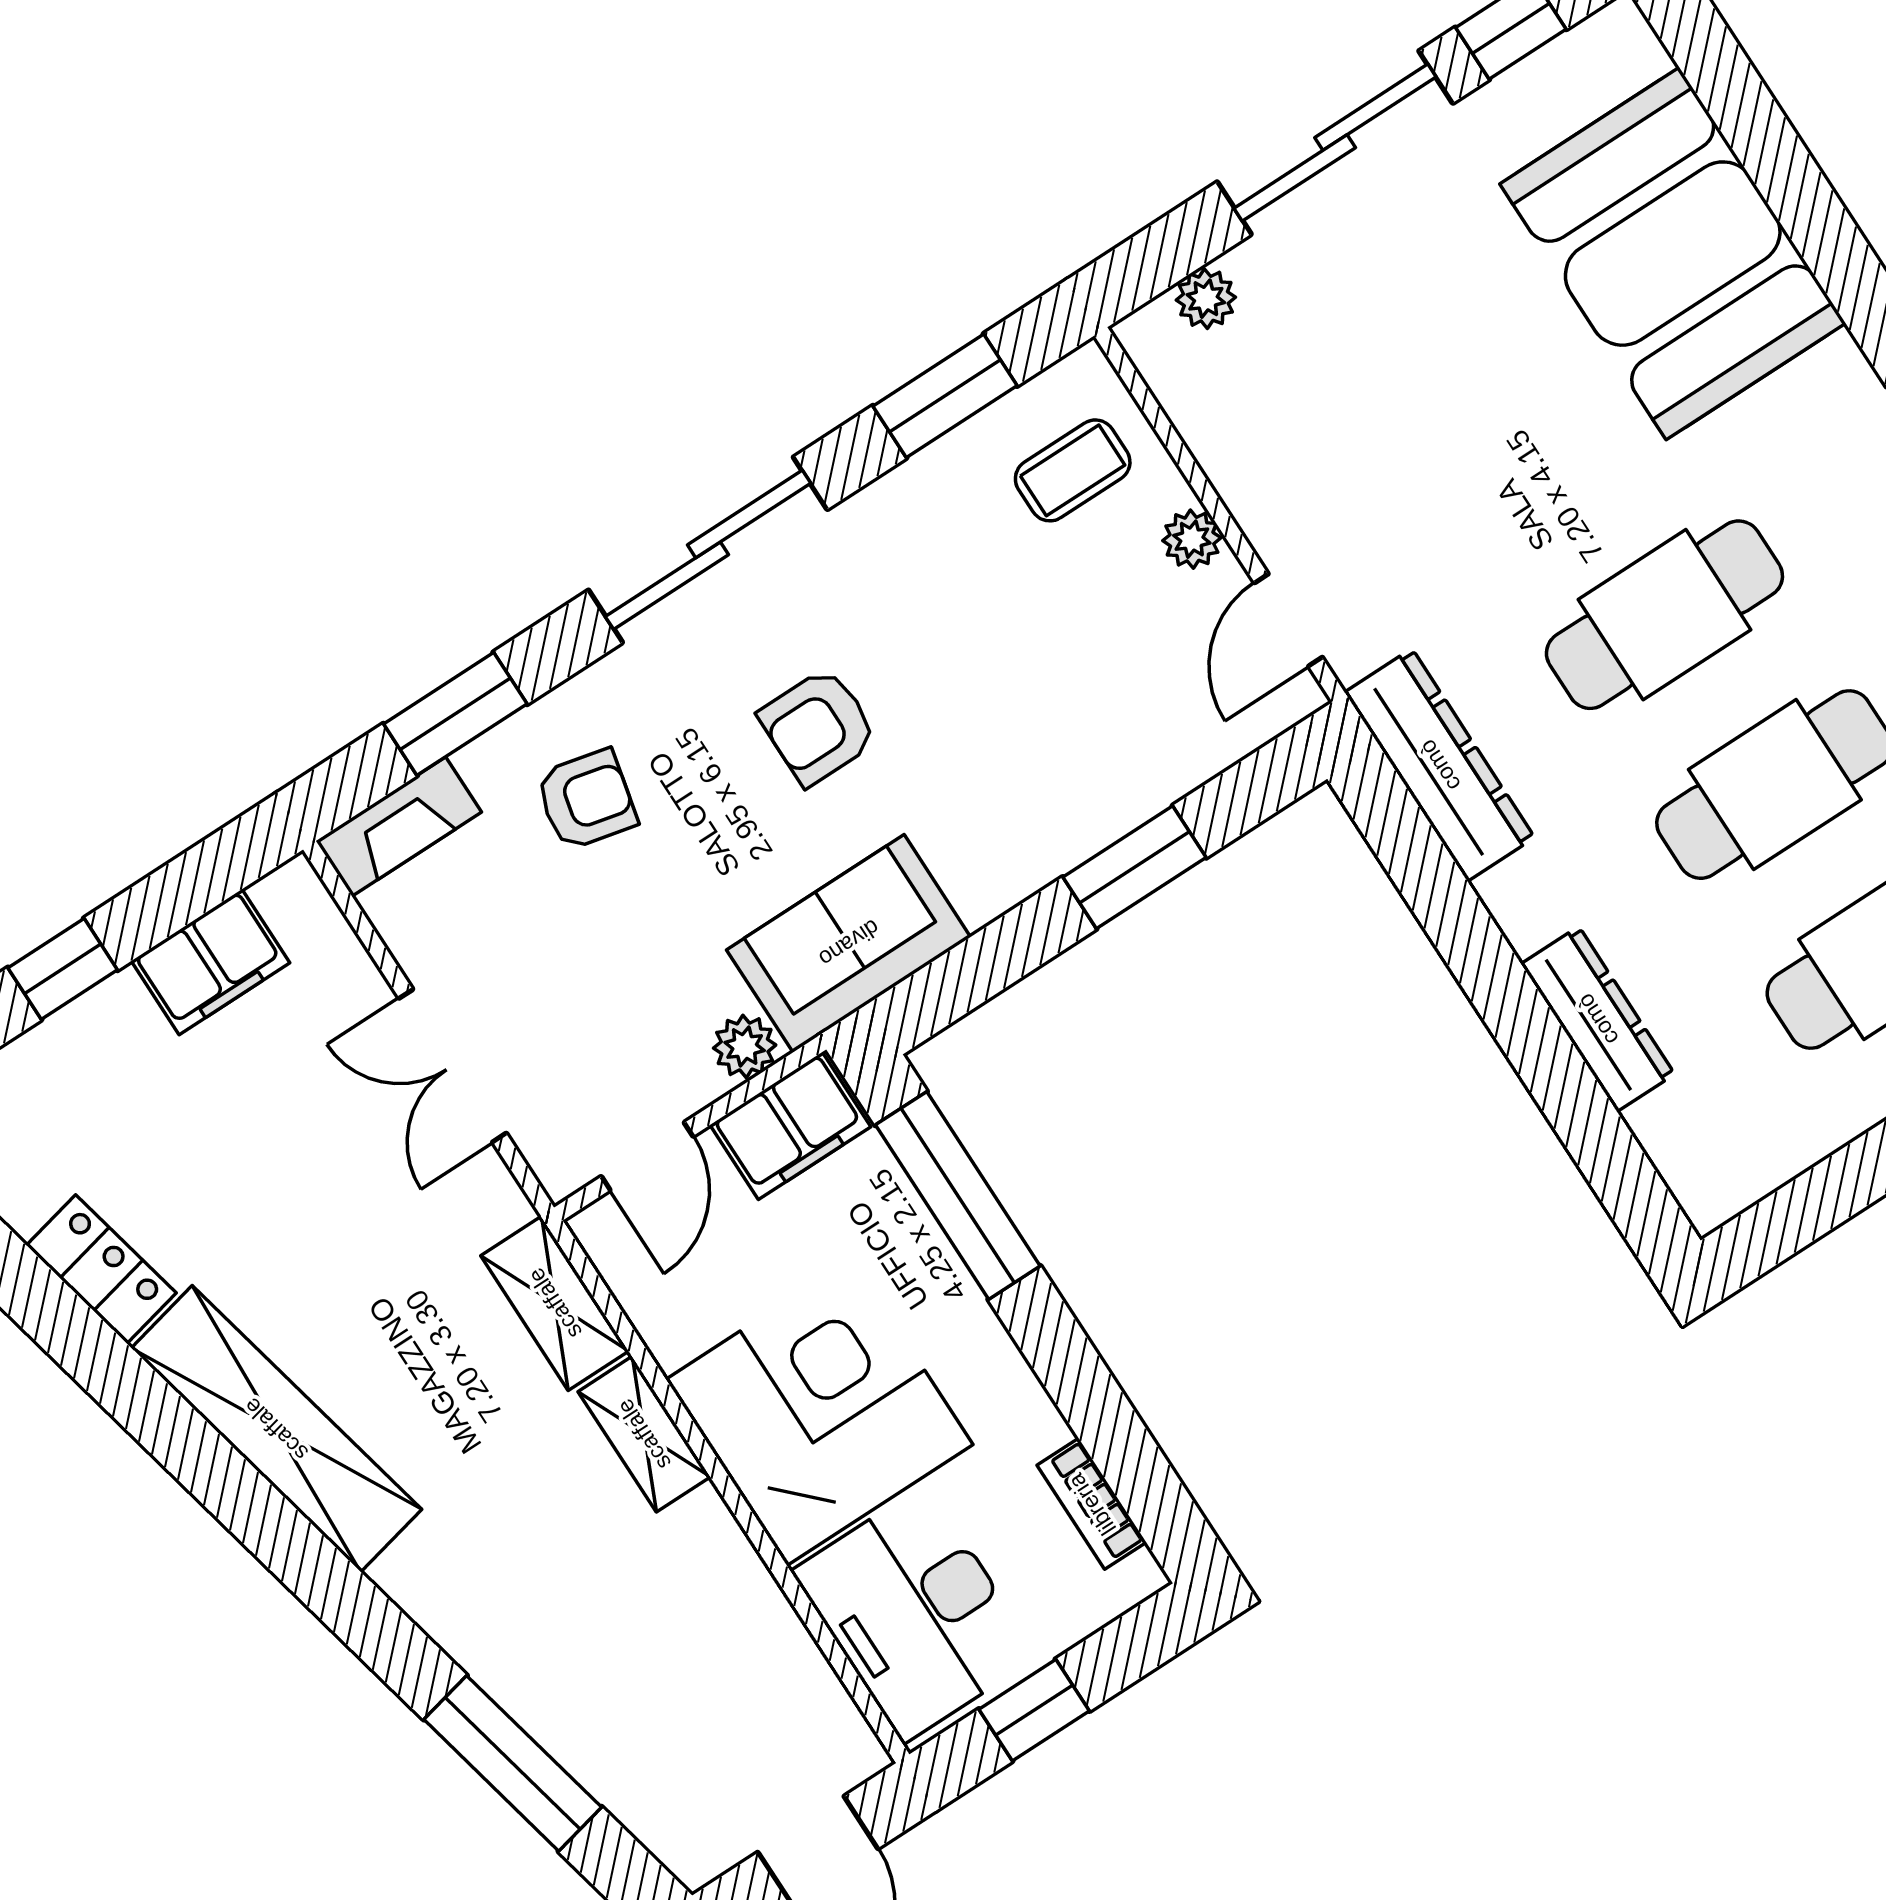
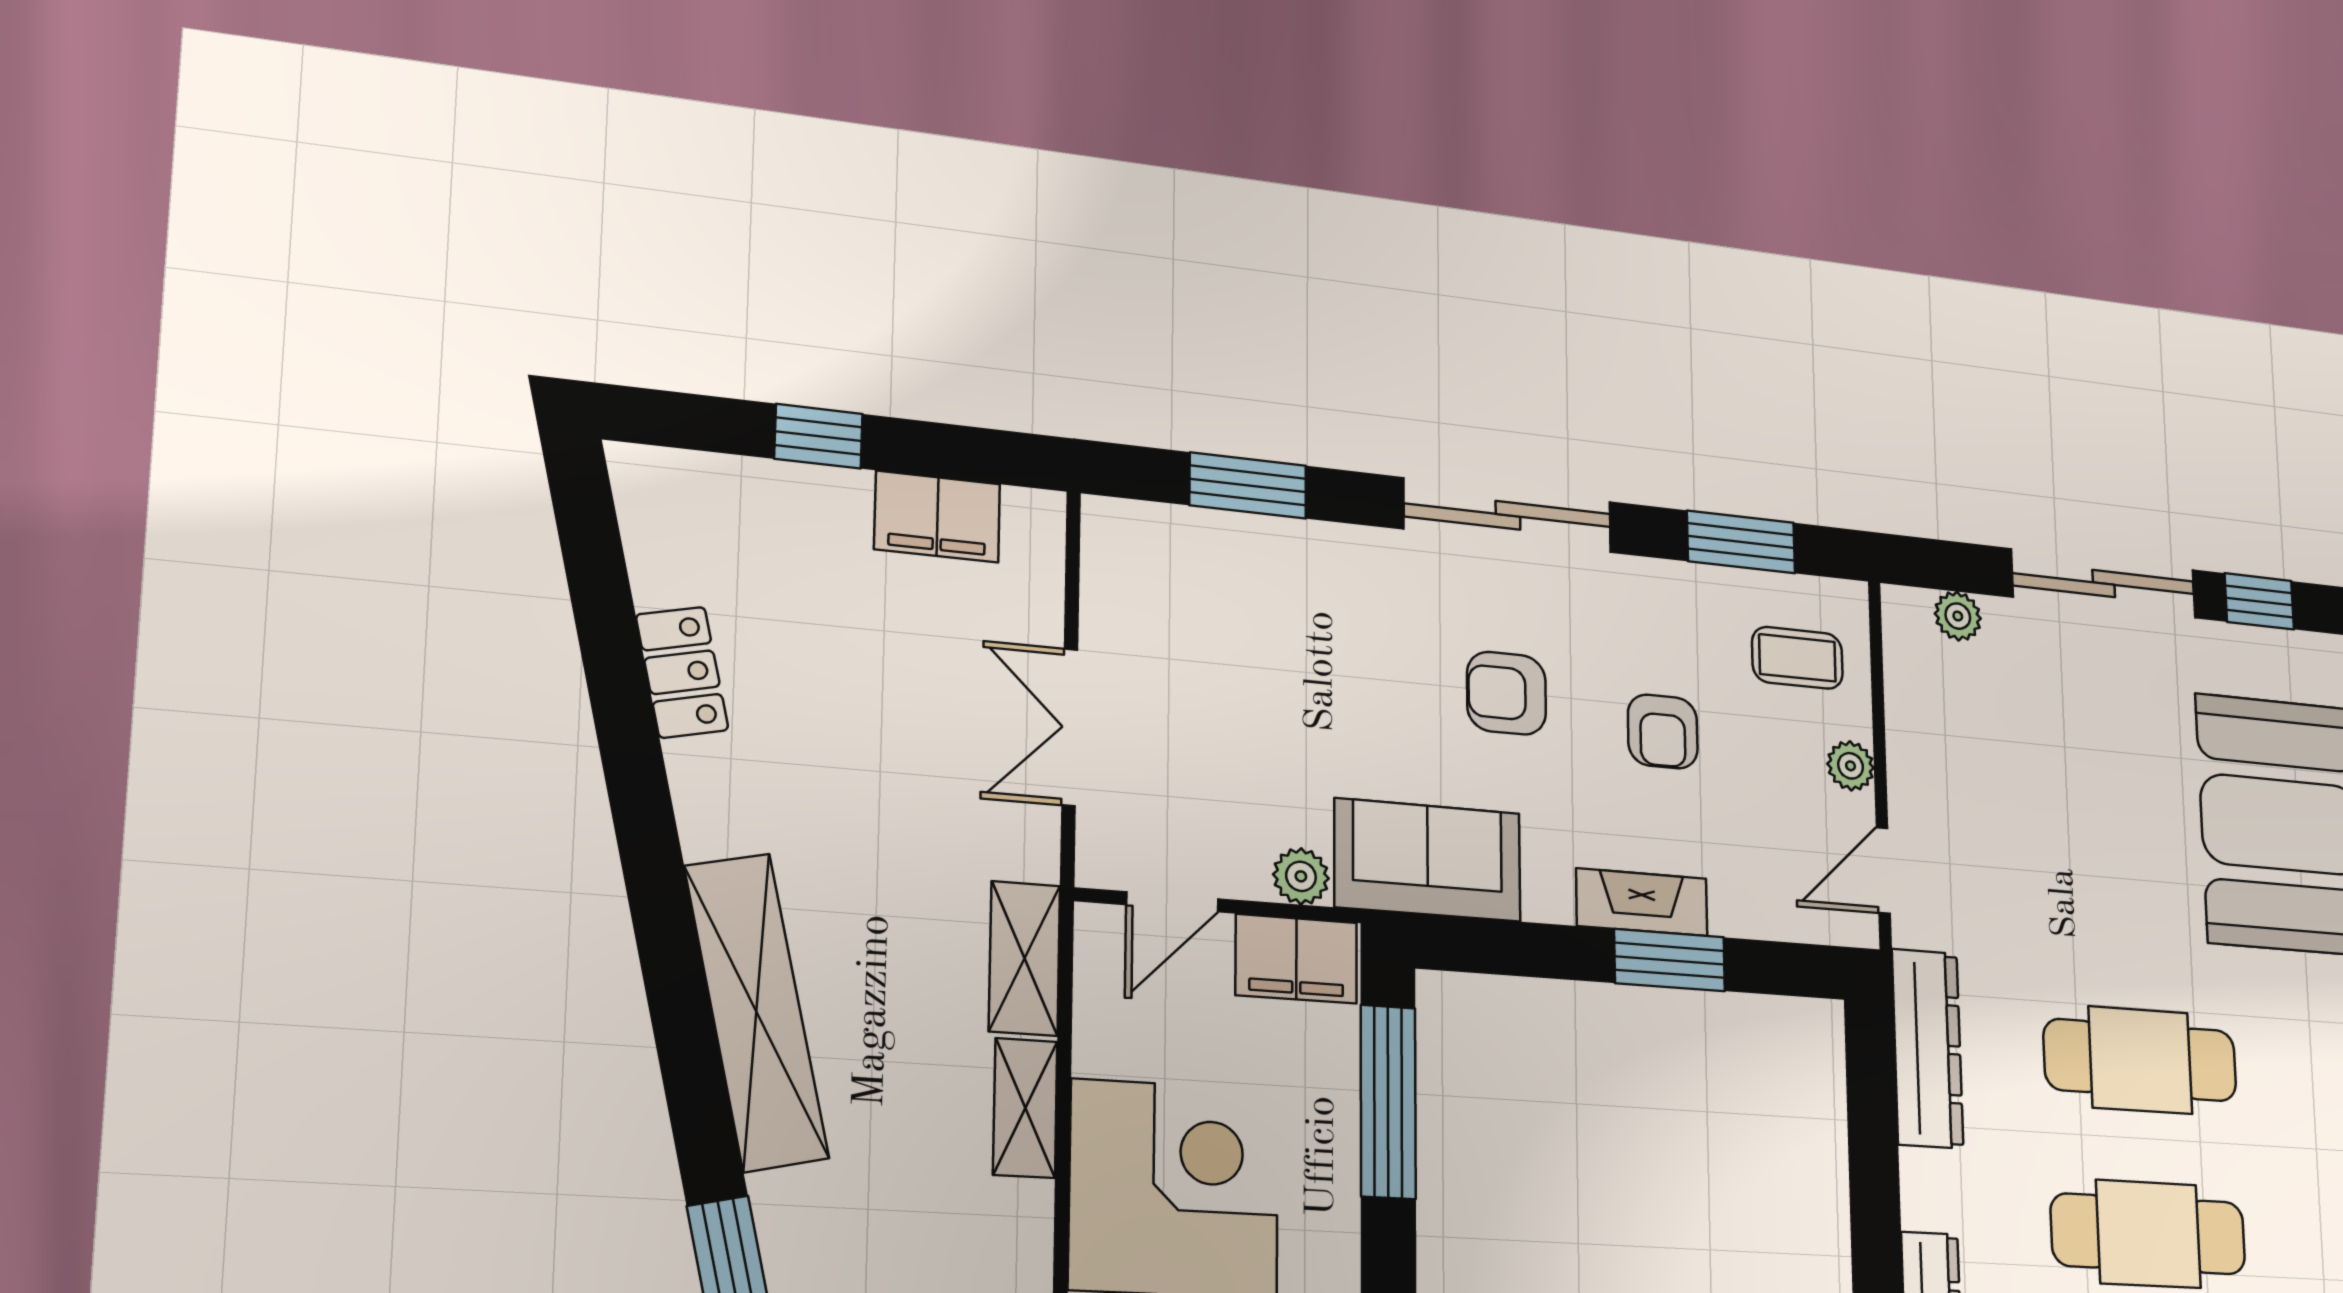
armchair: (586, 800) -> (1663, 731), moved, turned 77
fireplace: (399, 827) -> (1642, 902), moved, turned 180
shelving: (276, 1429) -> (756, 1012), moved

